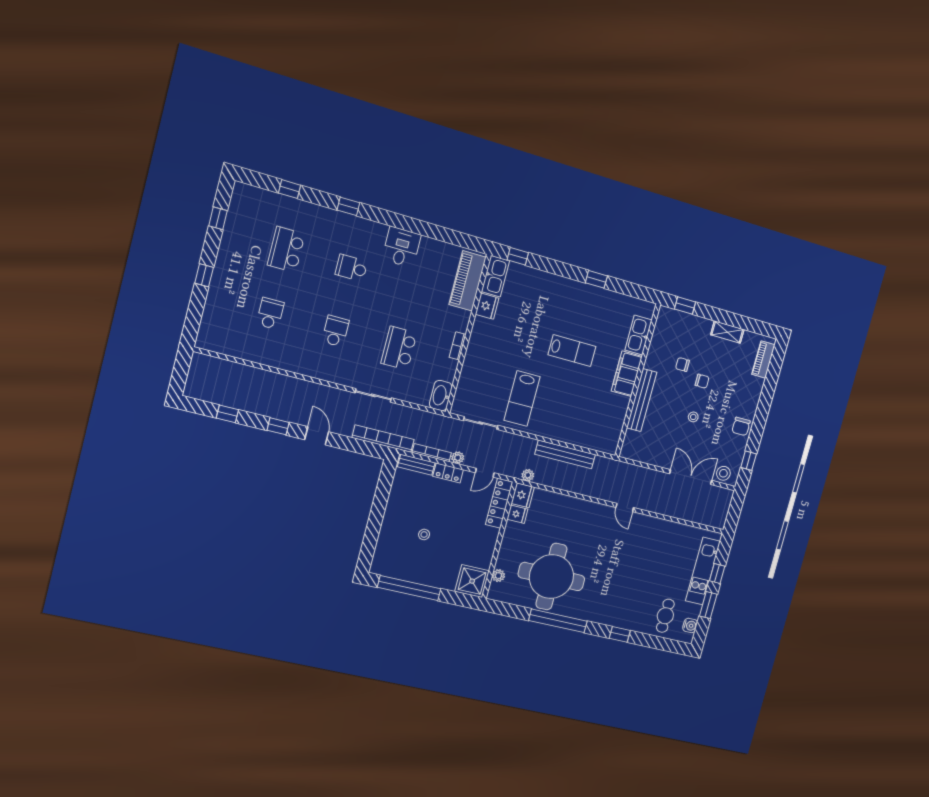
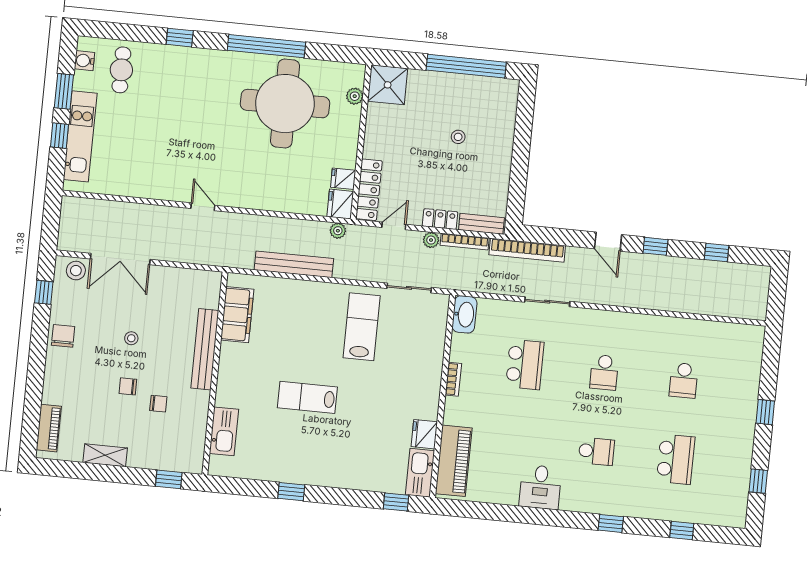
filing cabinet: (627, 374) -> (237, 315), moved

